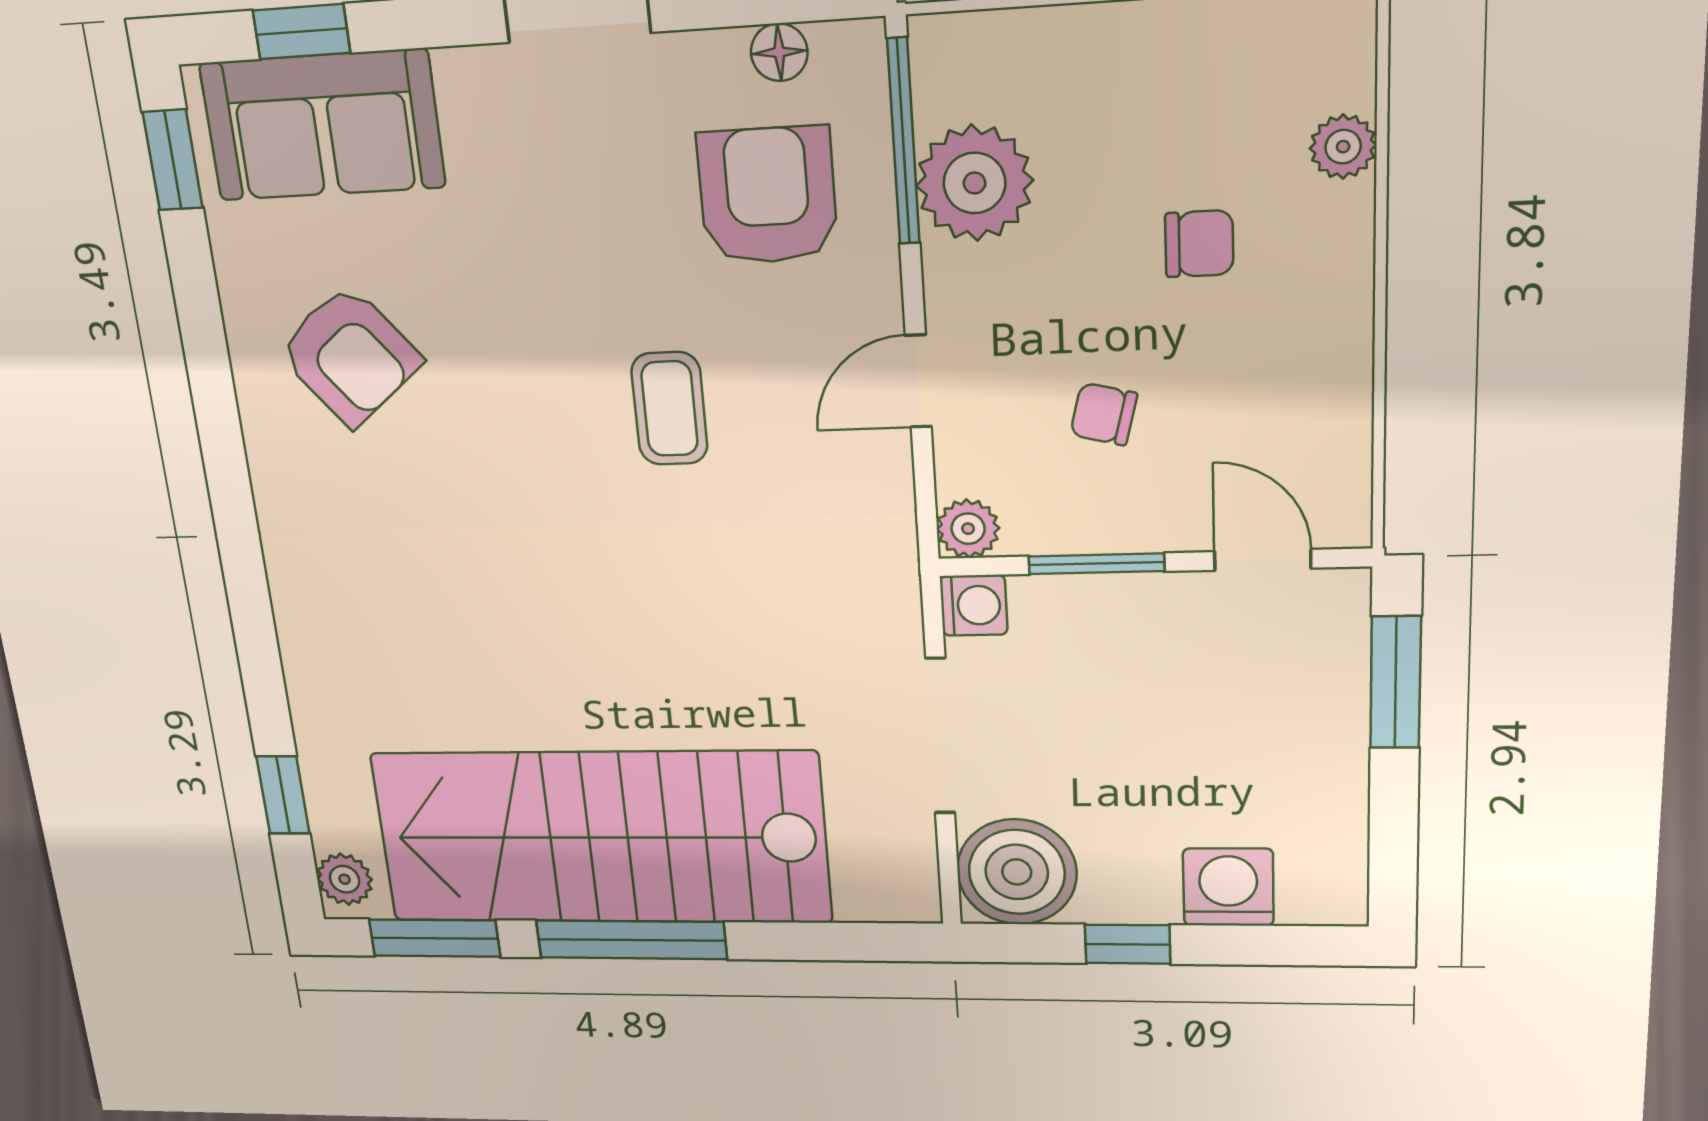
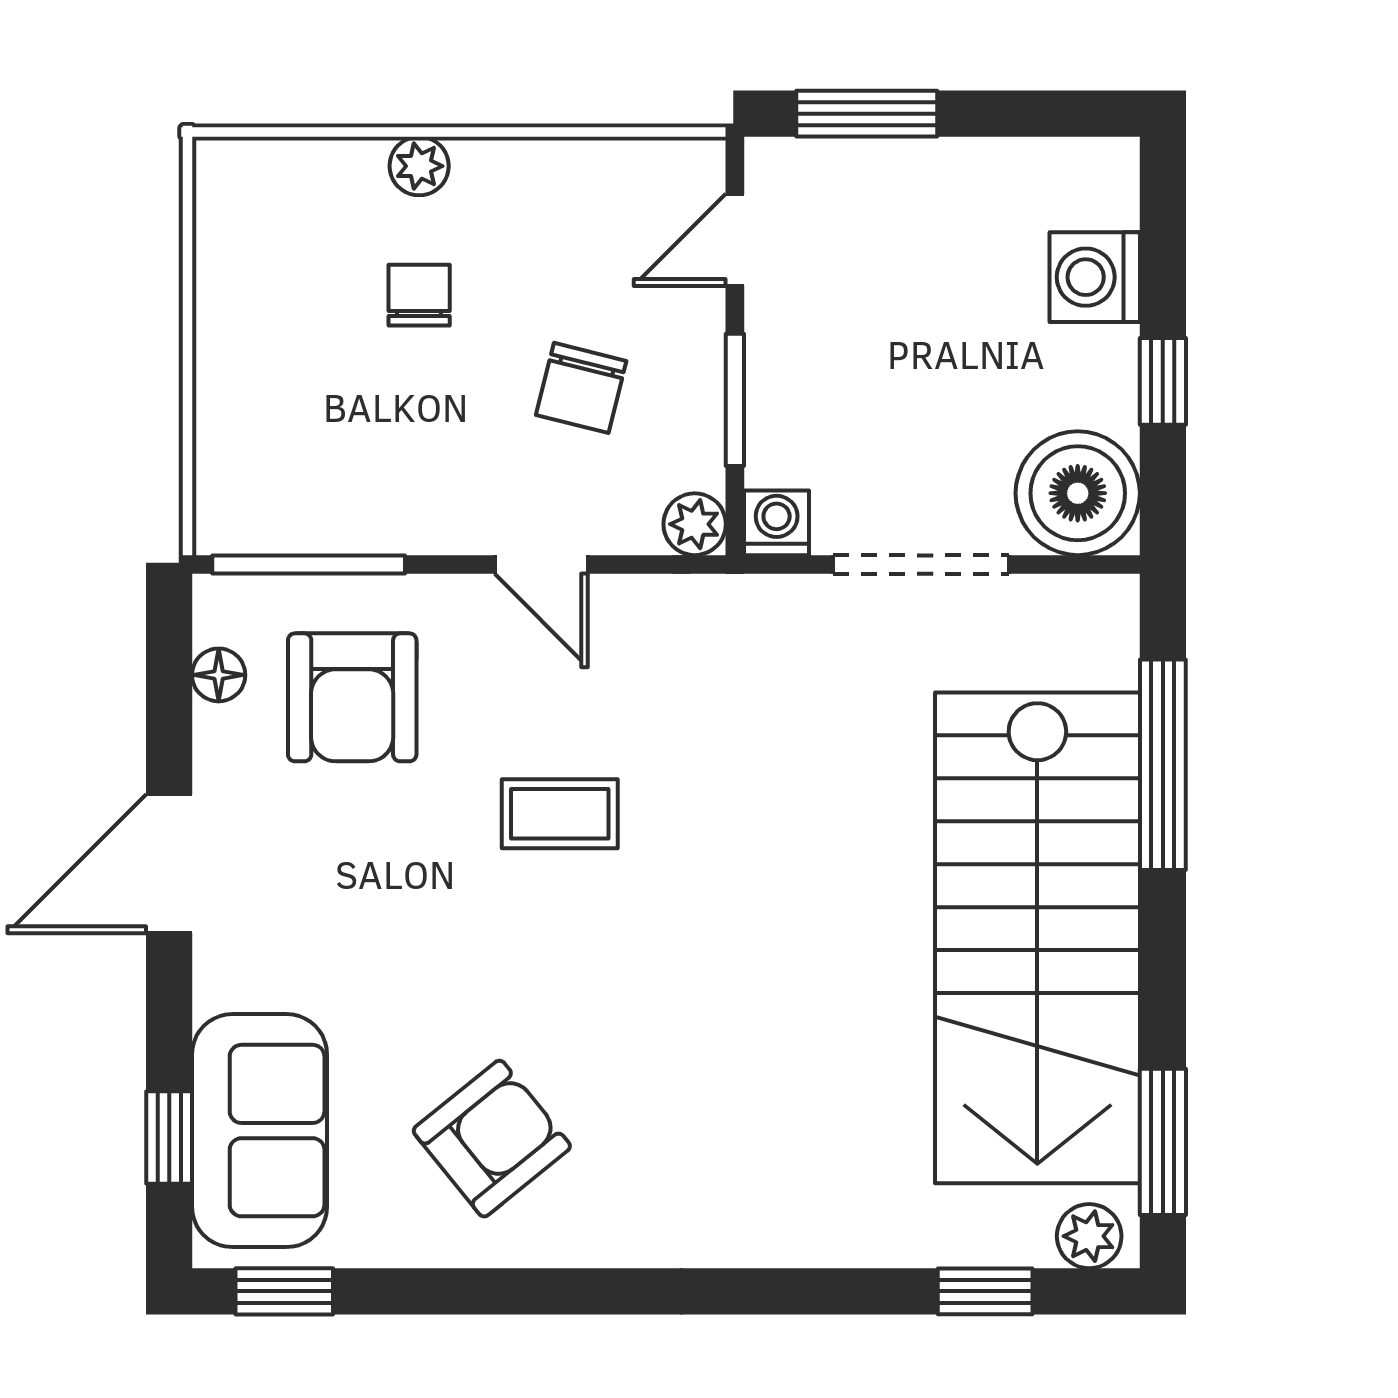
plant: (1343, 147) -> (419, 166), moved
plant: (975, 183) -> (351, 500), removed
armchair: (767, 196) -> (352, 697), turned -90
chair: (1104, 414) -> (581, 388), width x1.37, depth x1.37
window: (631, 940) -> (1163, 765), moved

